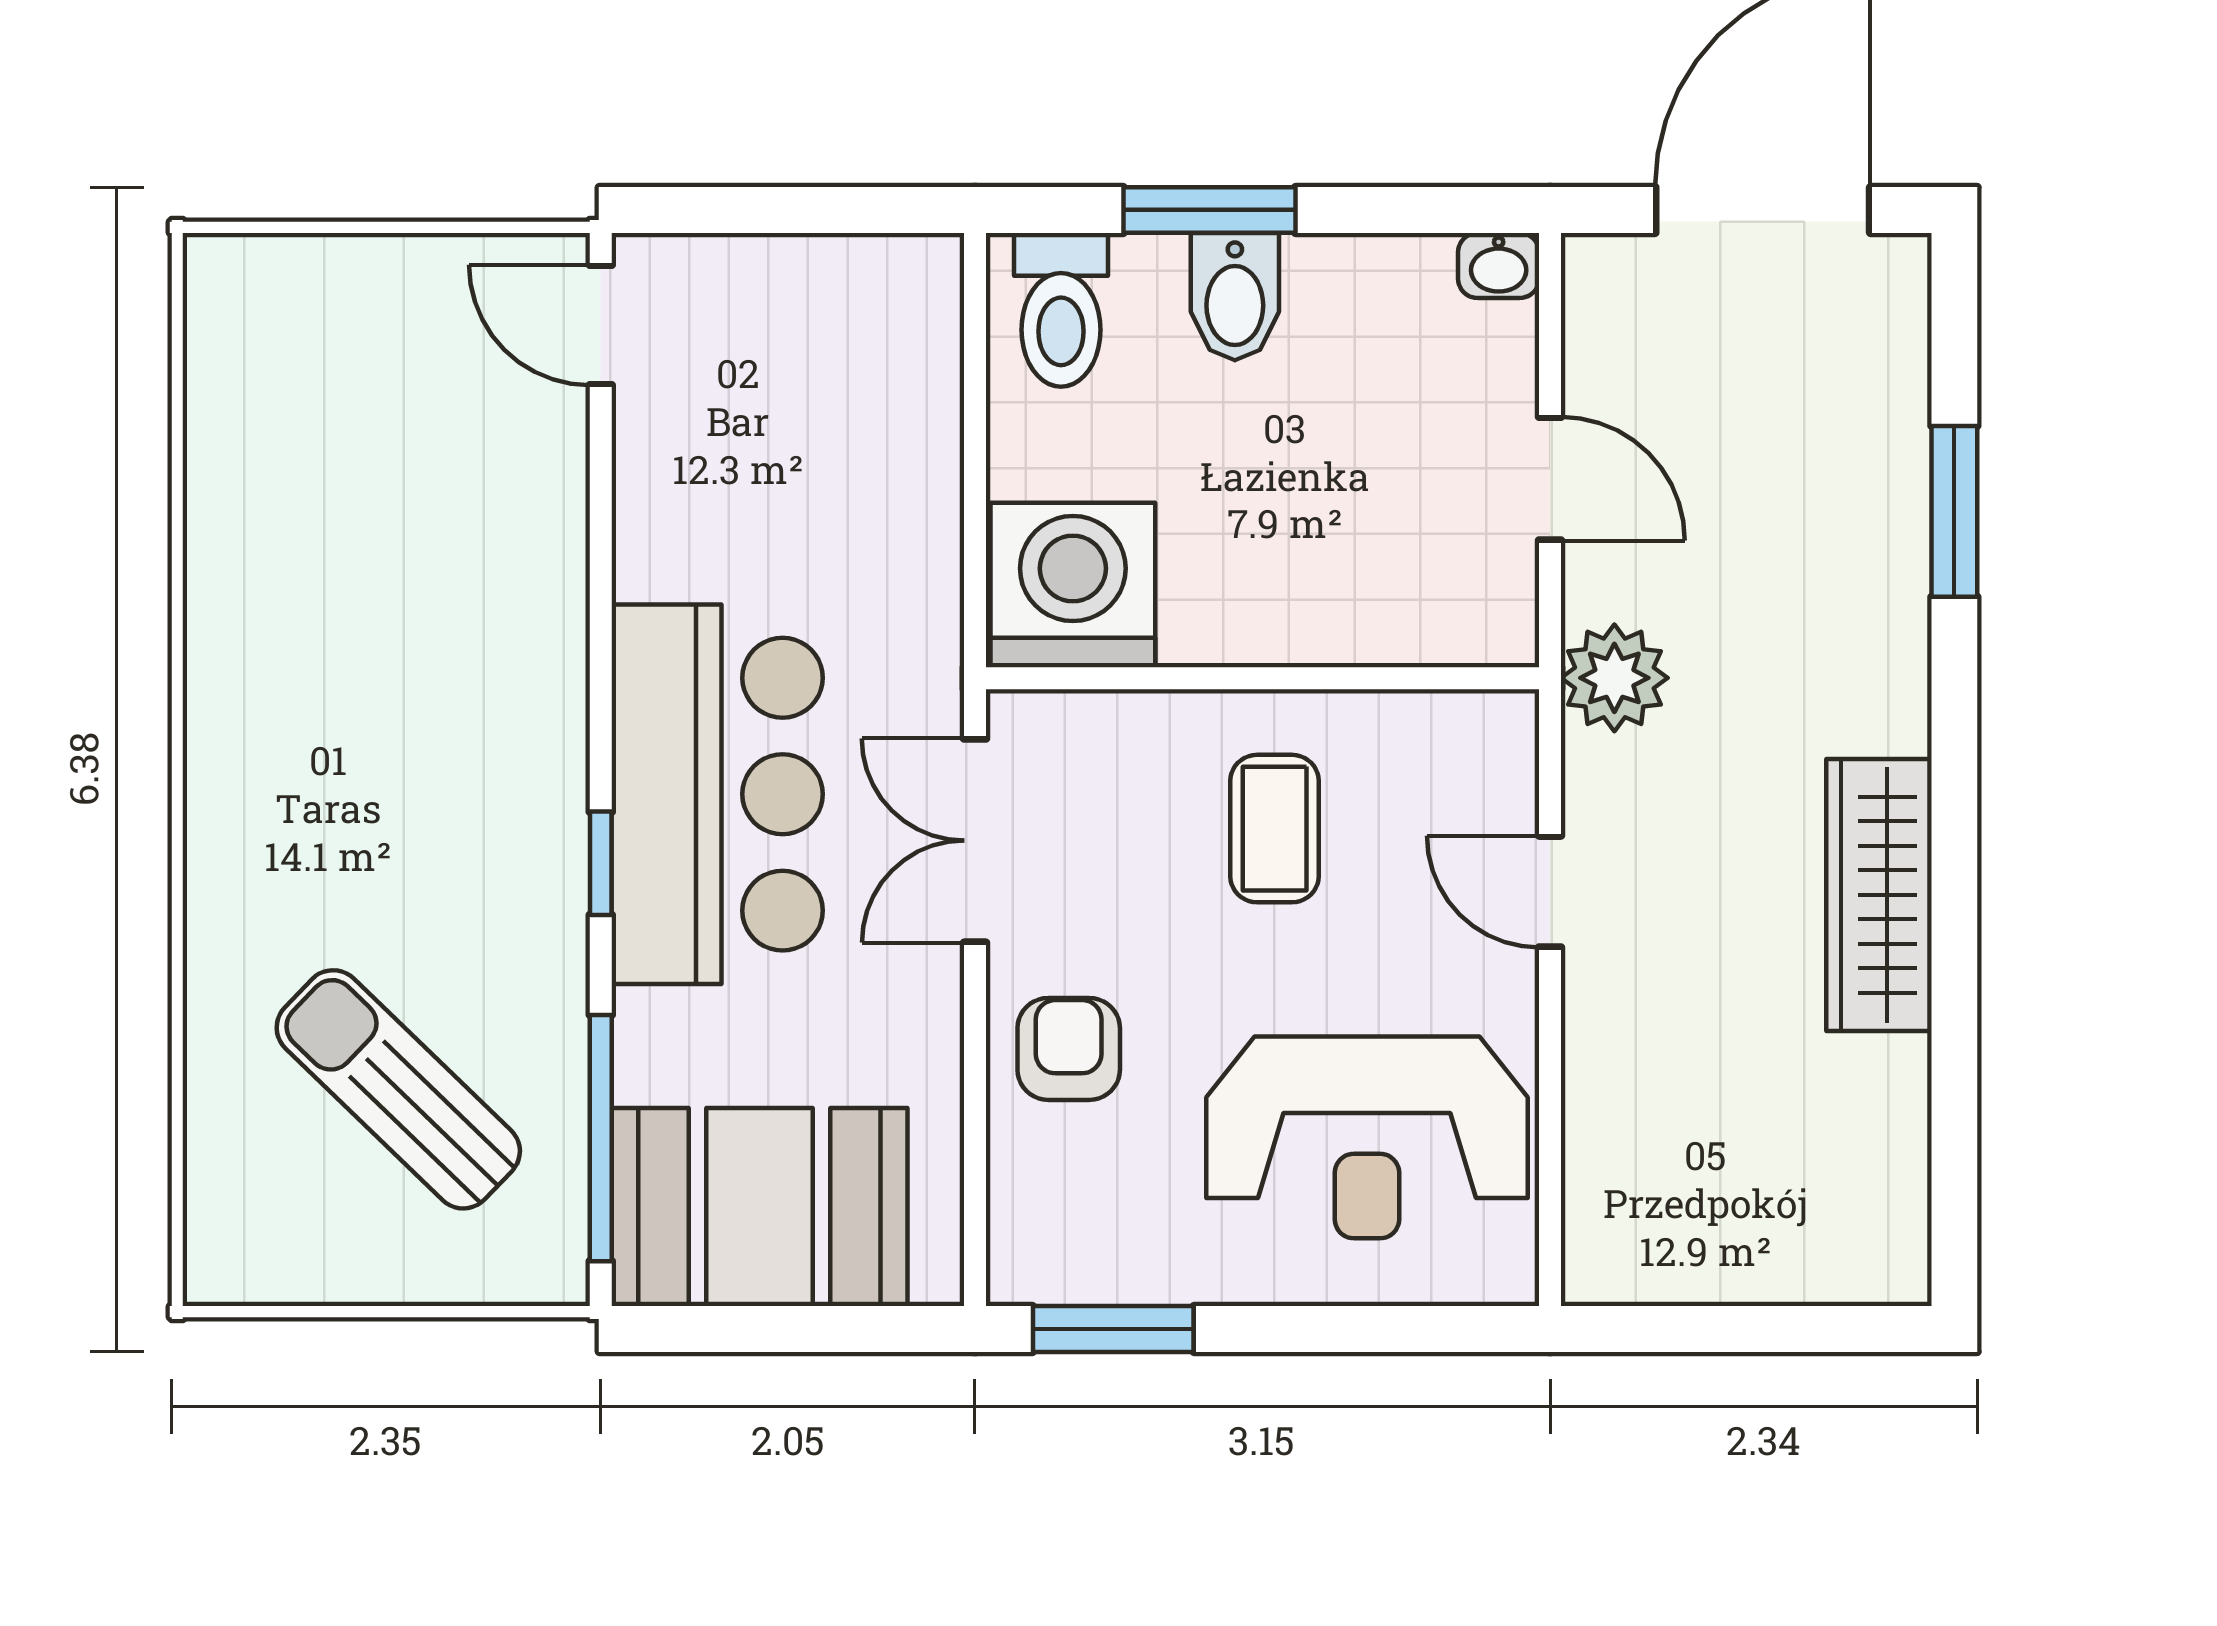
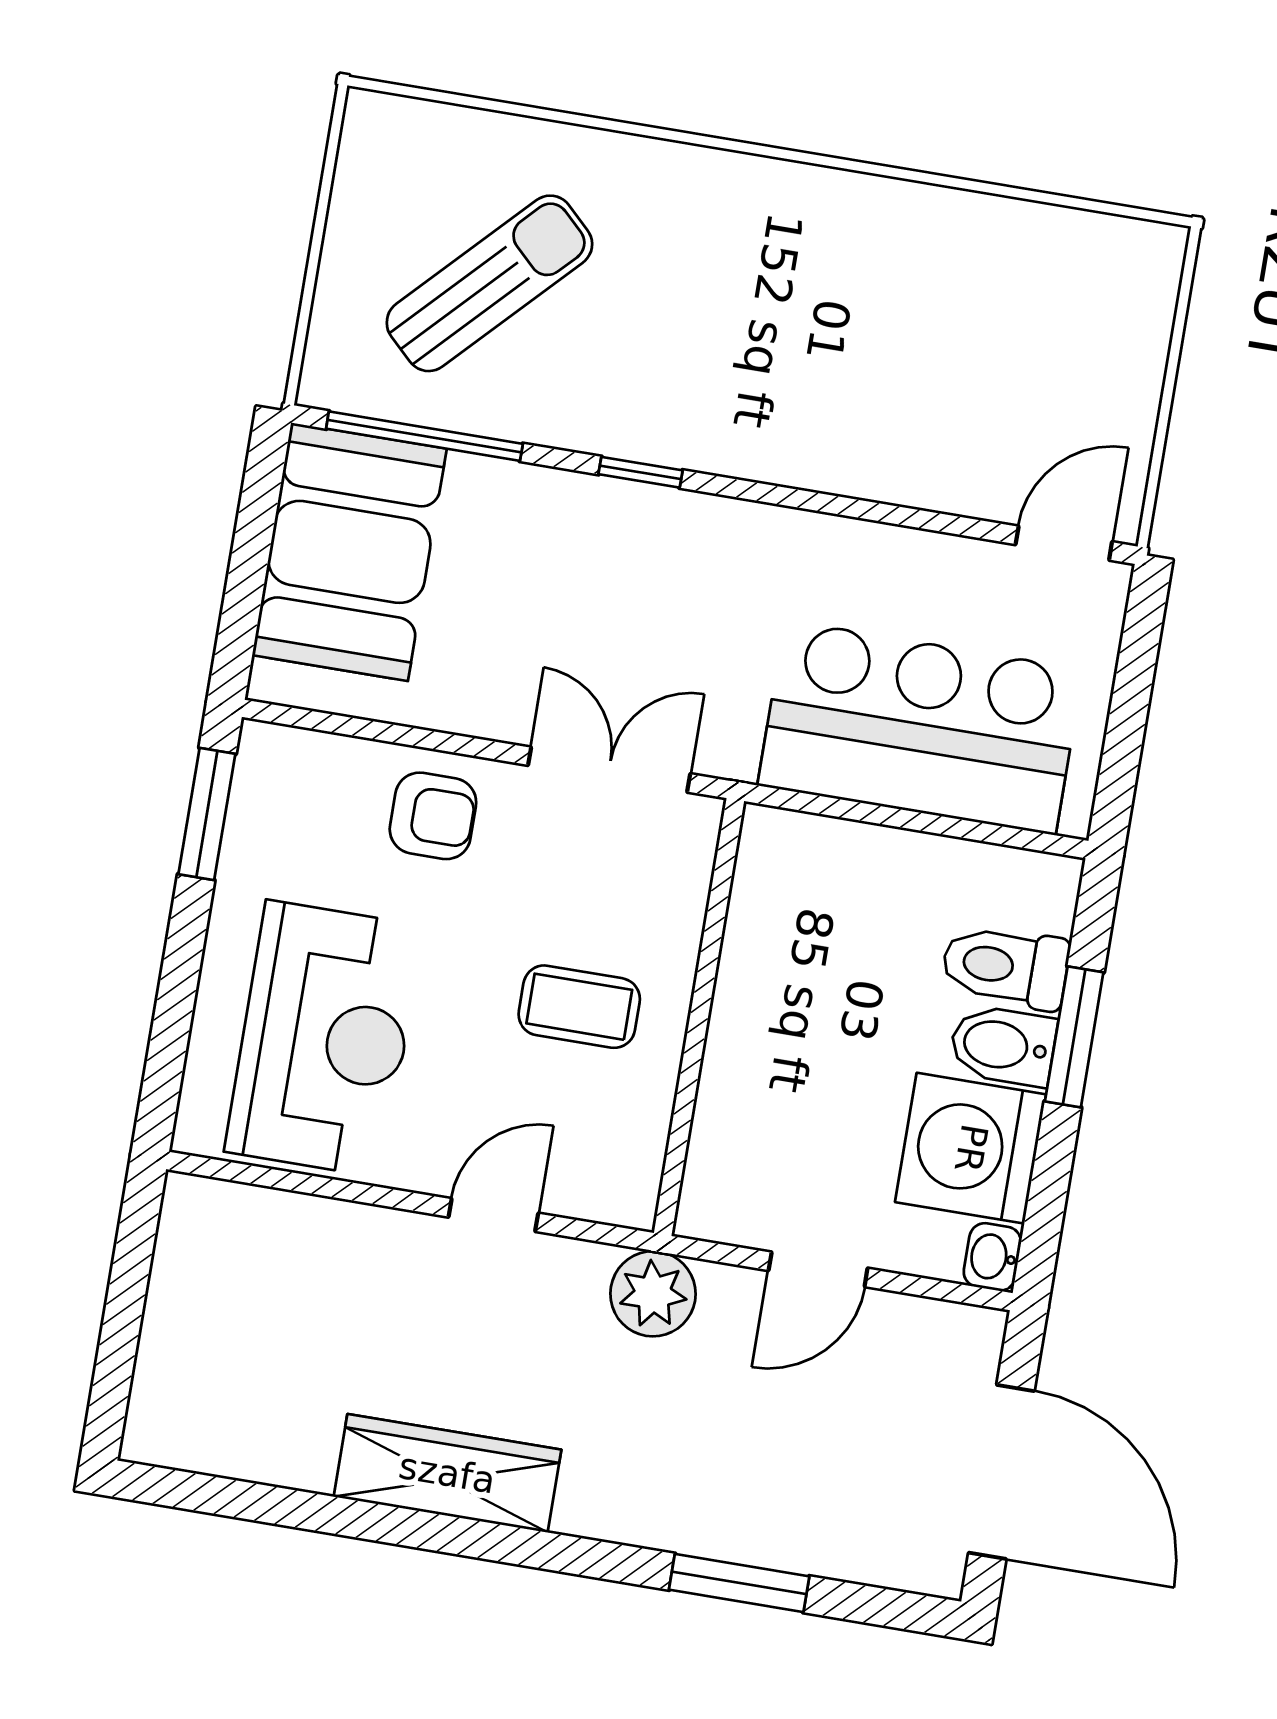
toilet: (1061, 310) -> (1005, 967), moved
washing machine: (1073, 585) -> (971, 1148), moved, turned 180
bar counter: (717, 794) -> (920, 728), moved, turned 180
reception desk: (1367, 1137) -> (324, 1039), turned 180

